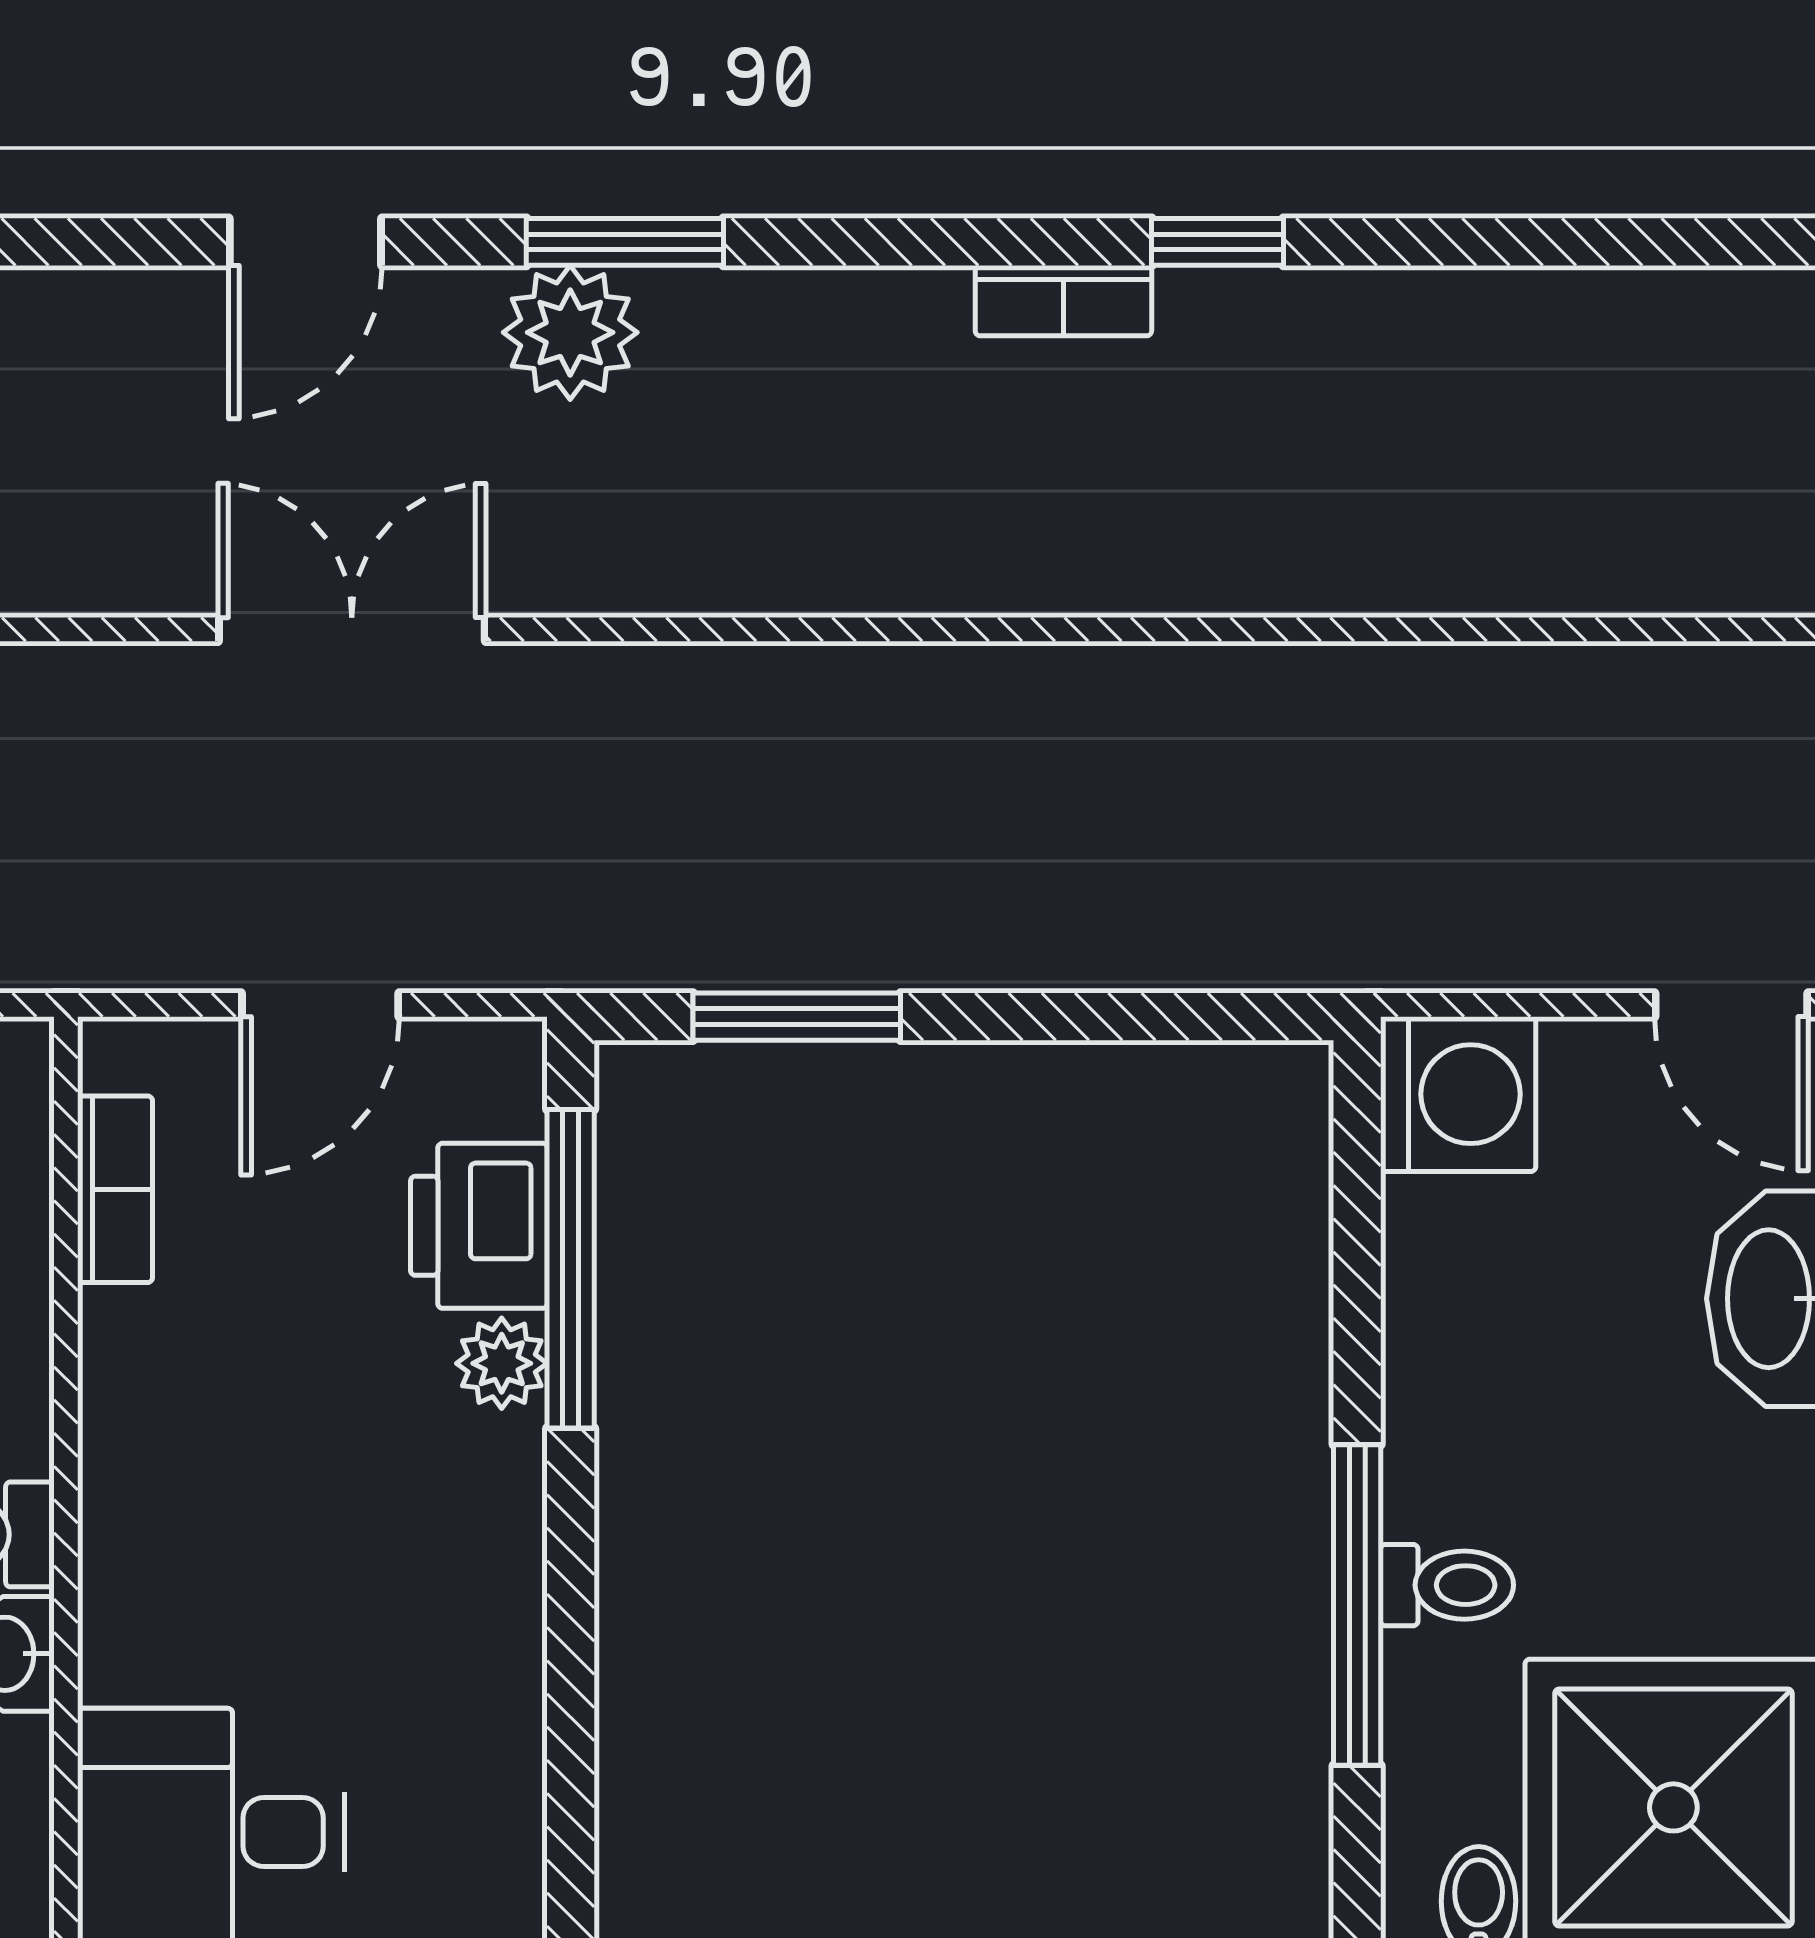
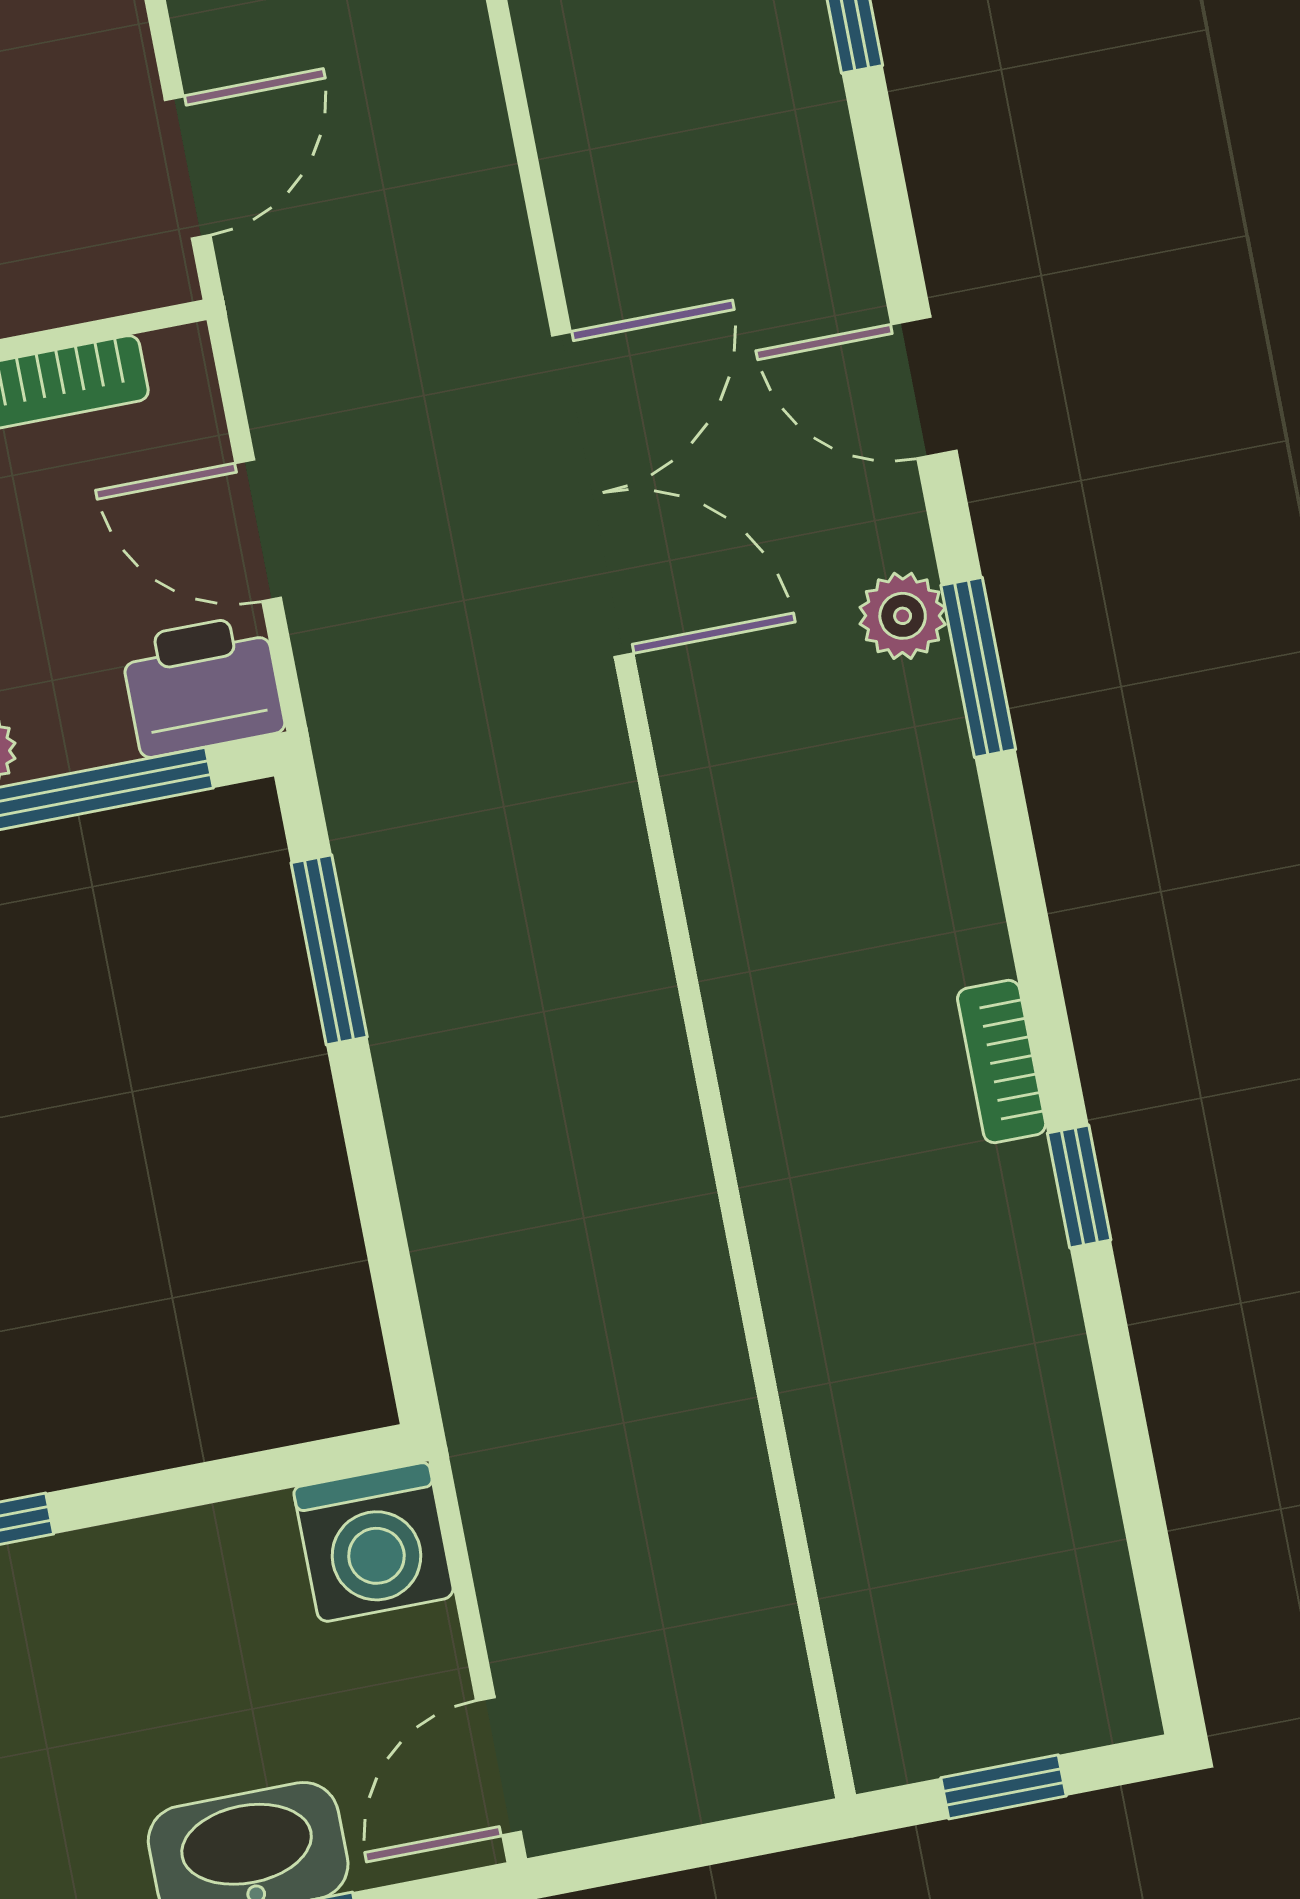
plant: (570, 332) -> (903, 616), width x0.73, depth x0.73
double door: (352, 629) -> (593, 494), width x1.37
printer: (479, 1226) -> (203, 686), moved

